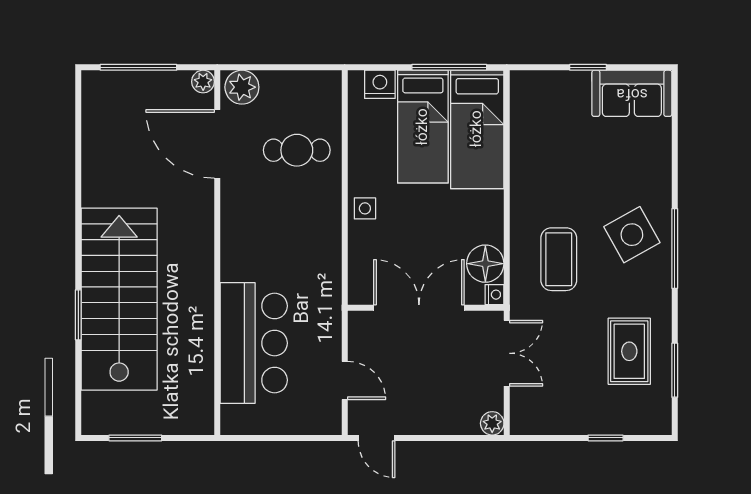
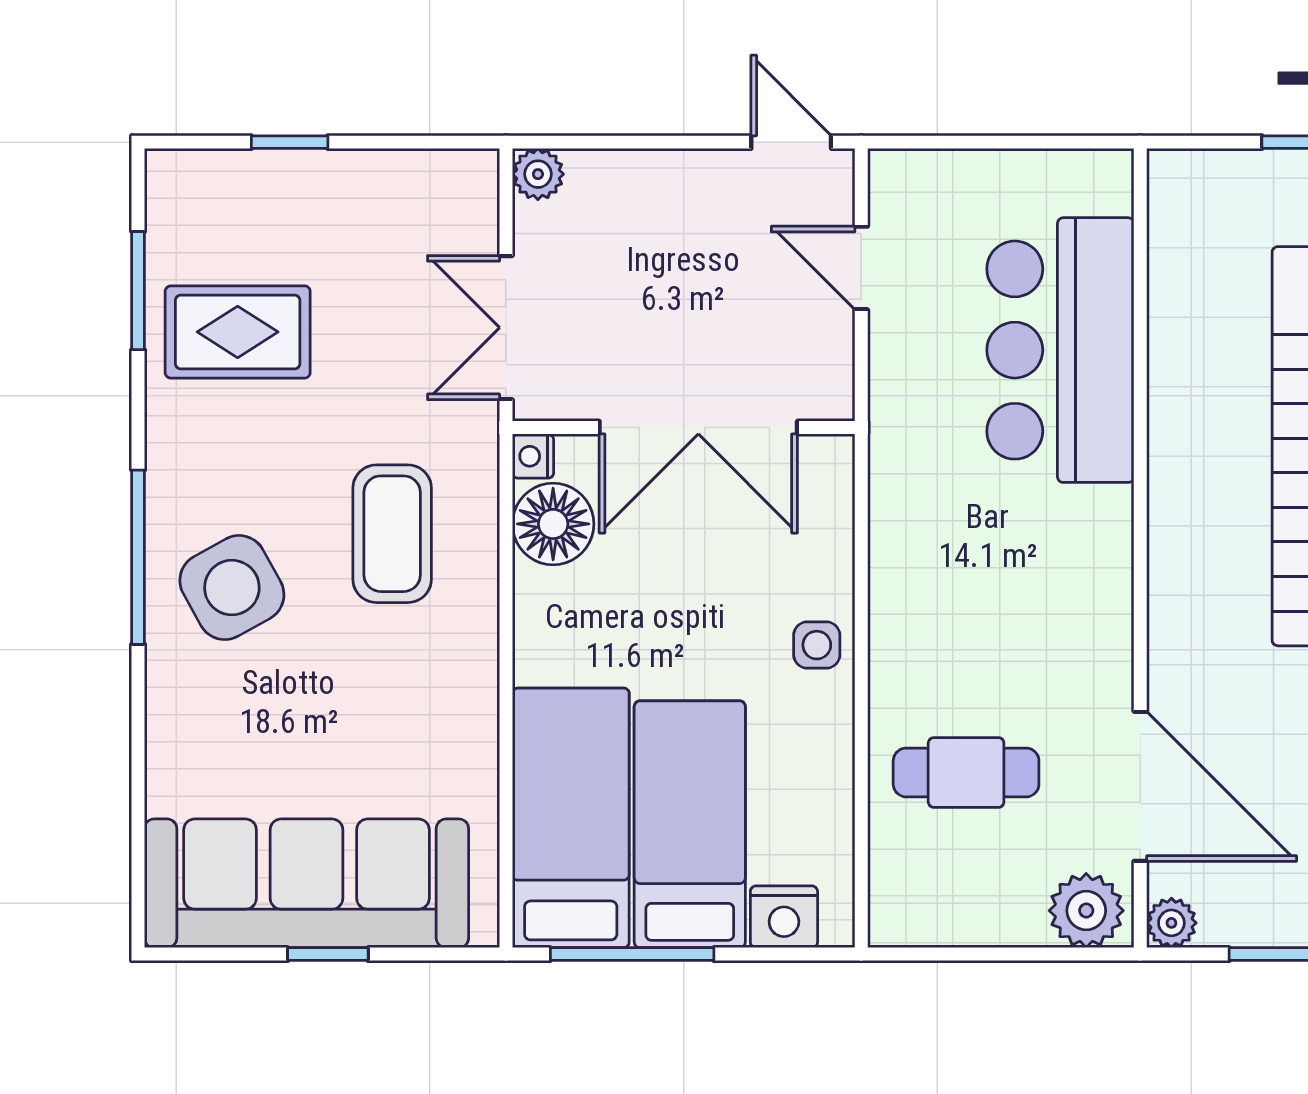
sofa: (632, 93) -> (307, 883), width x1.85, depth x1.27
rug: (629, 351) -> (238, 332), turned 90

